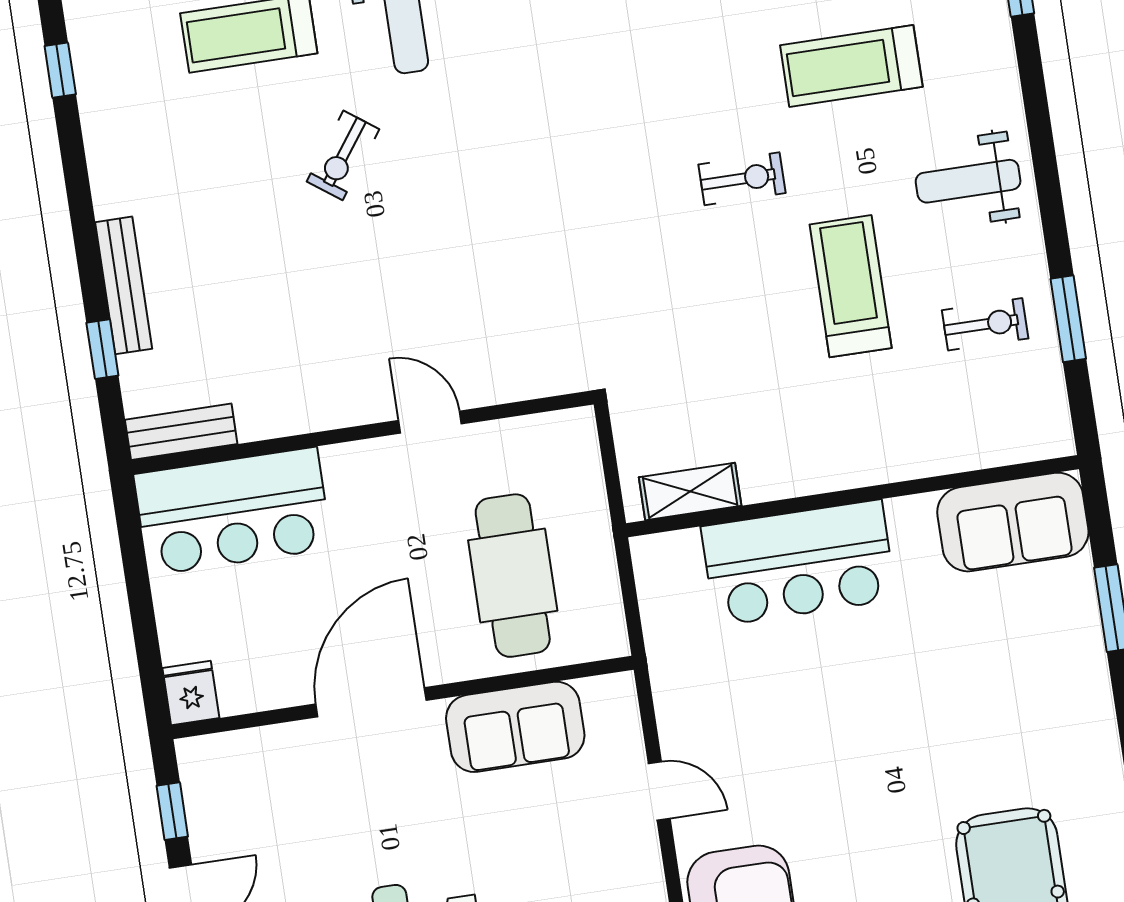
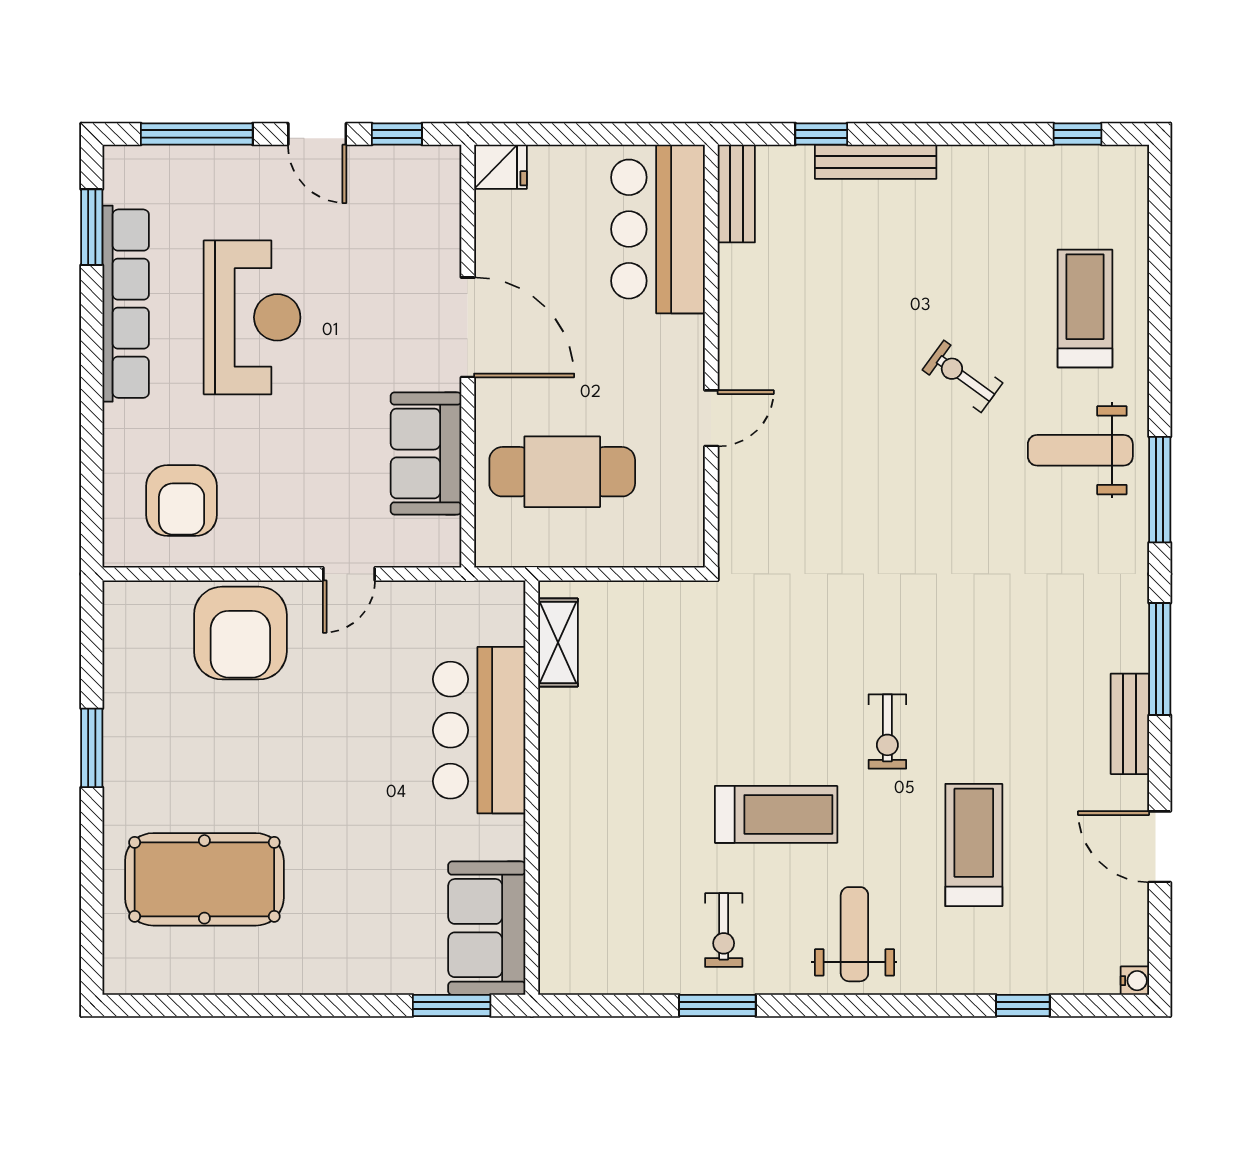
shelving: (690, 492) -> (558, 642), moved
wall: (853, 496) -> (532, 788), moved
sofa: (1013, 522) -> (487, 928), moved
bar counter: (799, 563) -> (479, 730), moved

